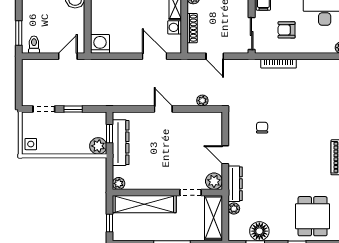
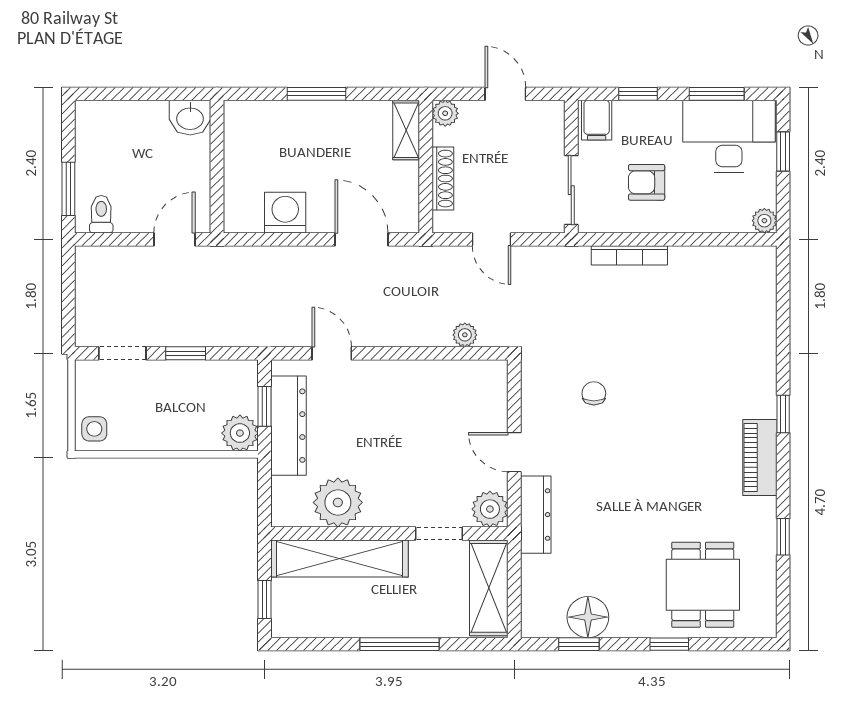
washing machine: (175, 27) -> (405, 177), removed
washing machine: (100, 44) -> (285, 213), moved
door: (163, 109) -> (332, 353), moved
plant: (119, 183) -> (338, 502), moved, width x1.87, depth x1.87
plant: (234, 209) -> (533, 568), removed

